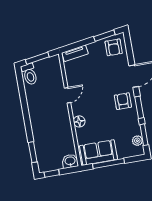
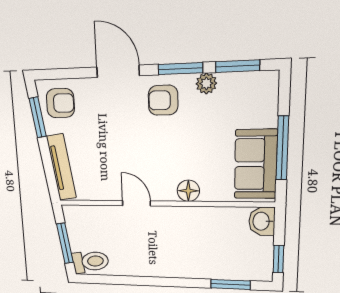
tv unit: (75, 53) -> (61, 167), width x1.41
plant: (137, 141) -> (206, 83), moved

